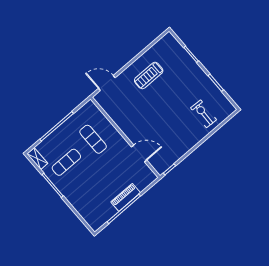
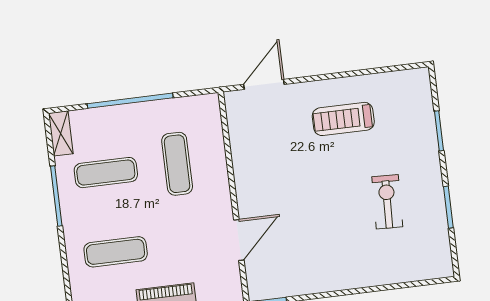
door: (107, 83) -> (264, 84), hinge flipped
exercise bike: (204, 114) -> (387, 202), moved
door: (139, 153) -> (239, 240), hinge flipped
exercise mat: (92, 192) -> (116, 252), added

